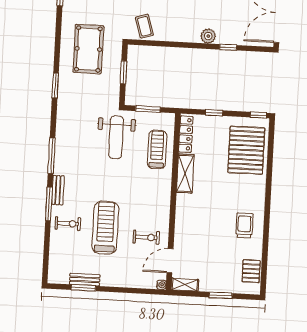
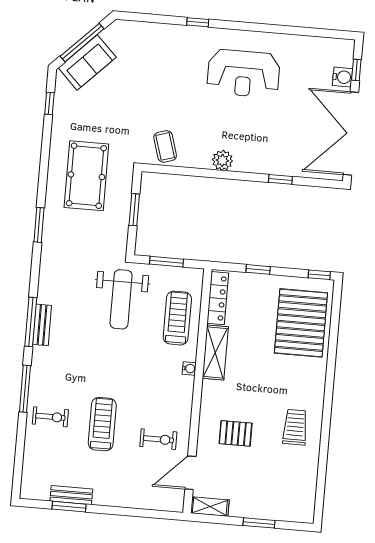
plant: (208, 36) -> (222, 160), moved
bench: (58, 190) -> (42, 325), moved
treadmill: (105, 228) -> (102, 424), width x0.73, depth x0.73
pallet: (251, 271) -> (236, 433), moved, turned 90
water cooler: (161, 285) -> (189, 368), moved

